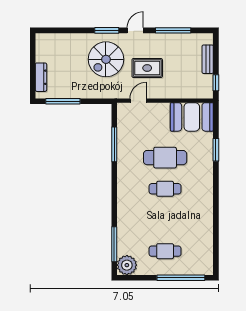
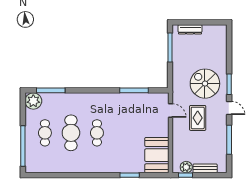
plant: (206, 82) -> (186, 167), added
cafe table: (165, 158) -> (71, 133), moved

